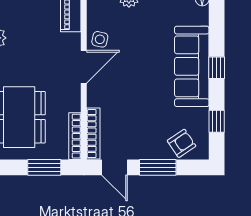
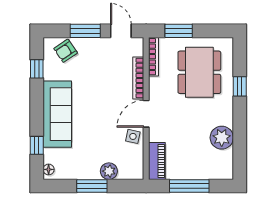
window: (217, 68) -> (37, 145), moved
bookcase: (93, 134) -> (138, 78), moved

